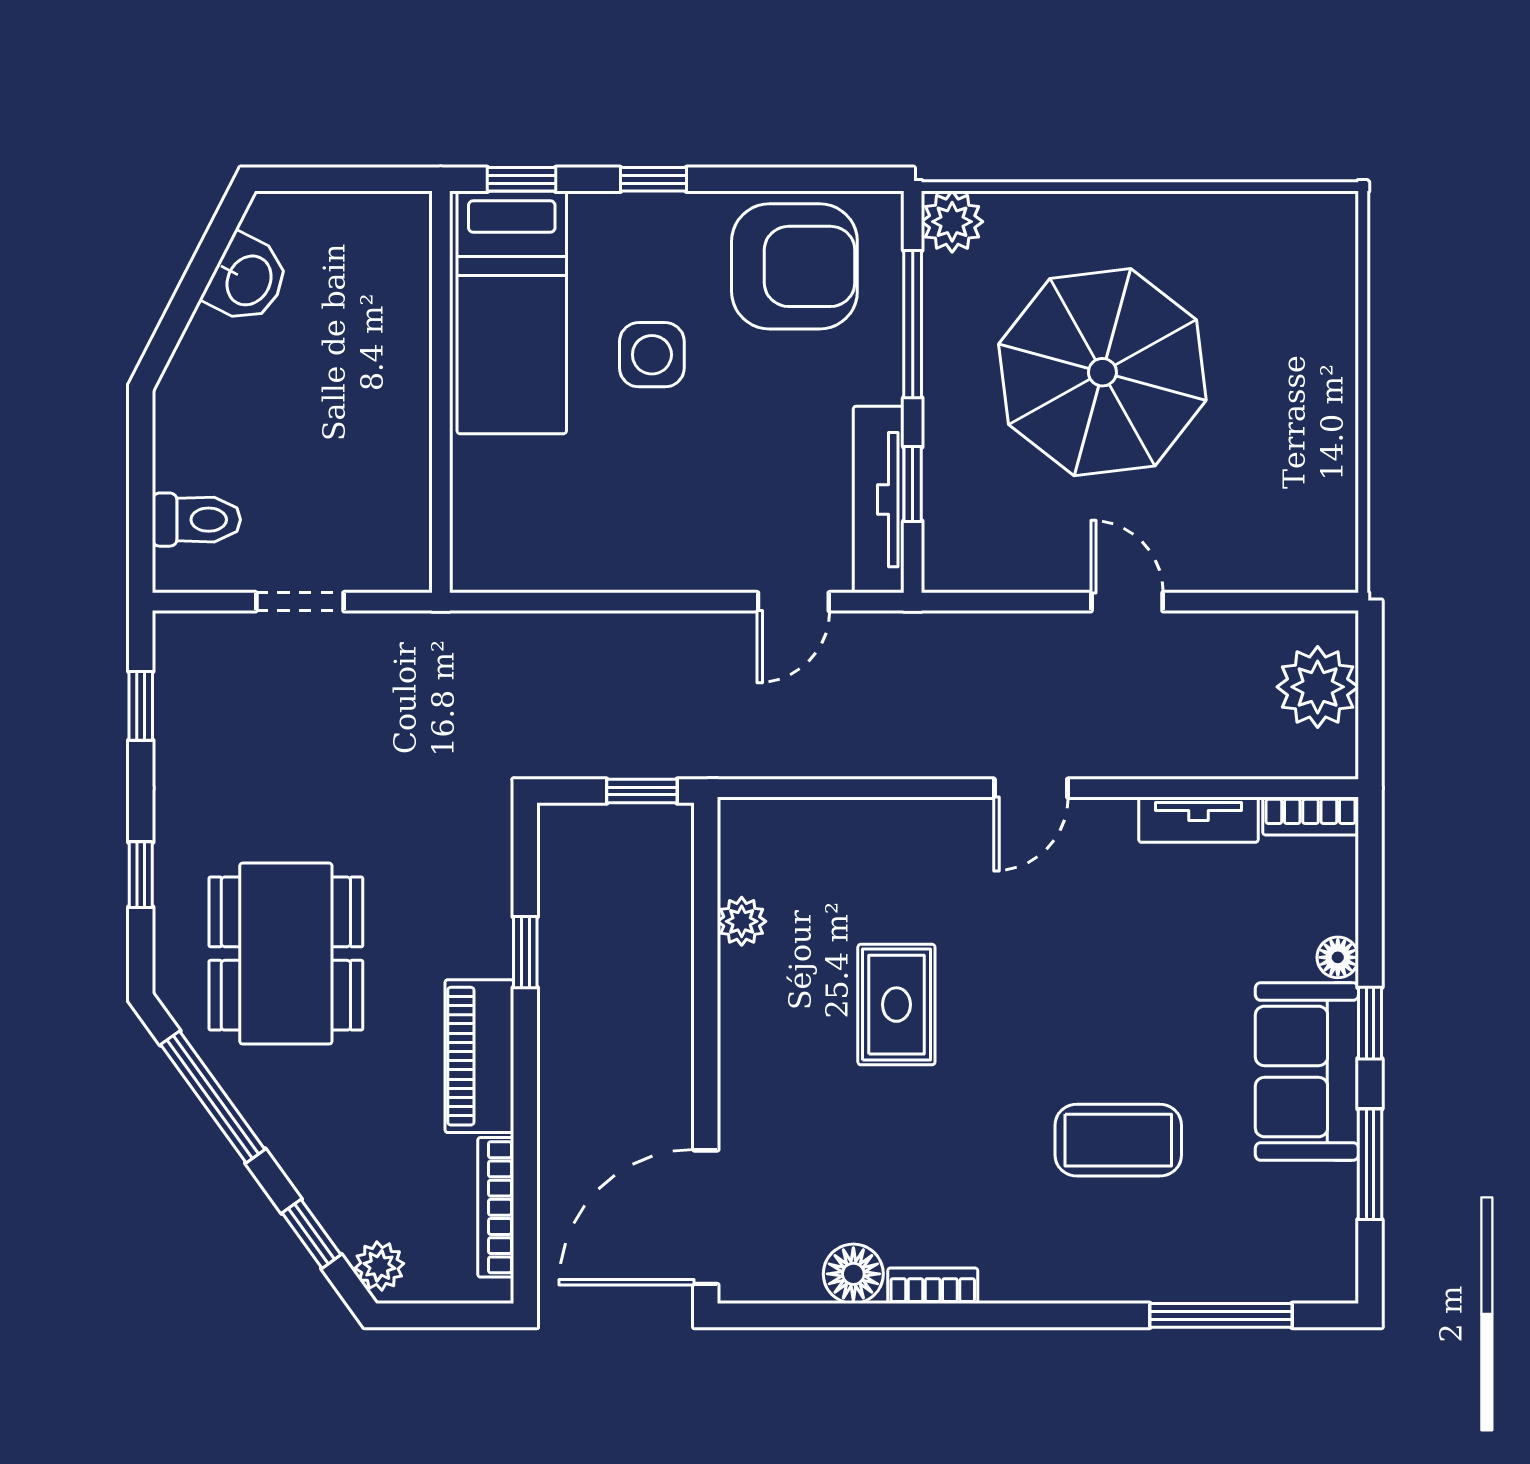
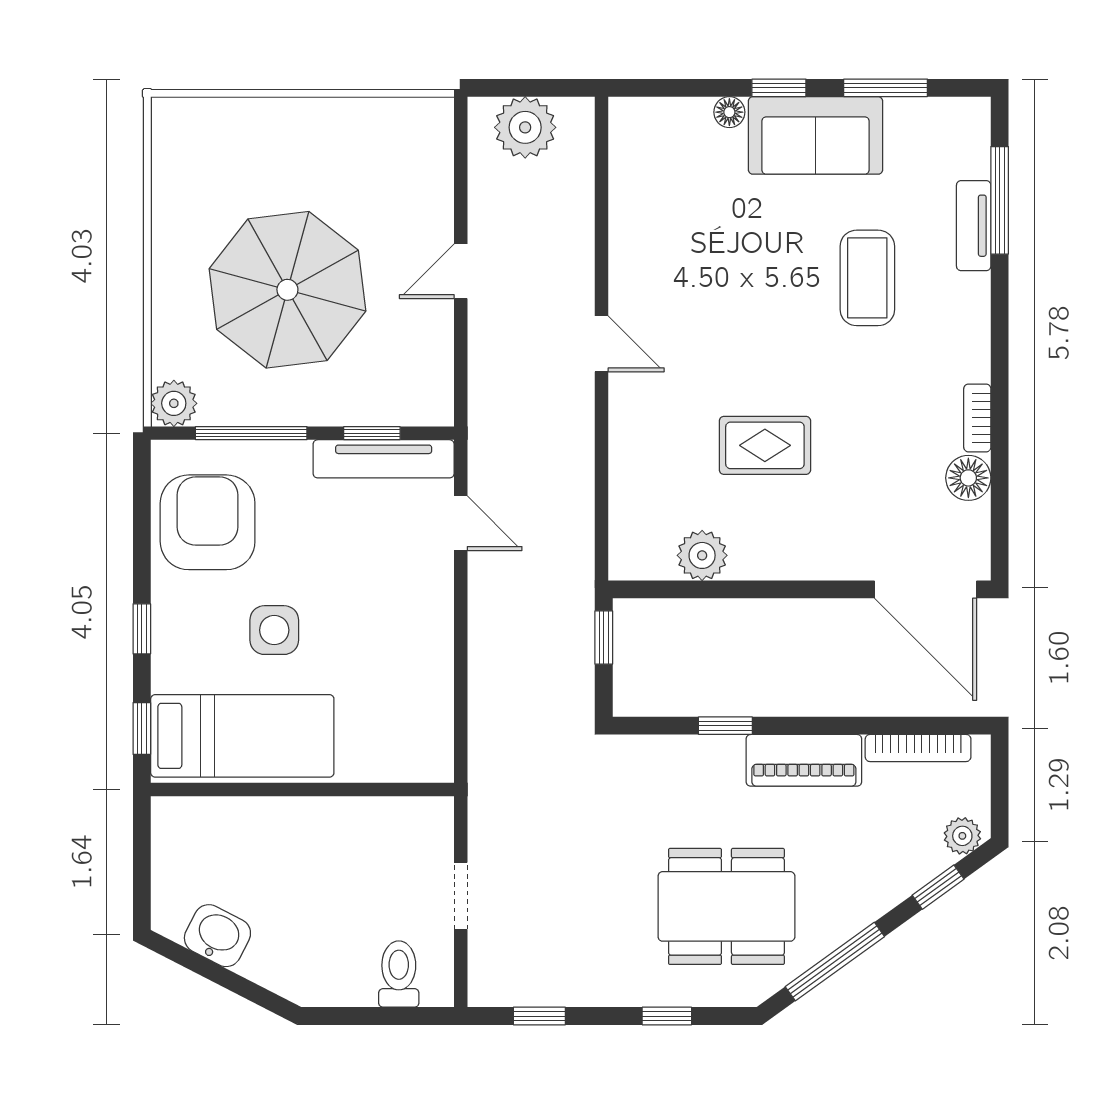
bookcase: (1311, 816) -> (623, 133), removed
tv unit: (1198, 820) -> (974, 226), moved, turned 180
plant: (742, 921) -> (702, 555), width x1.38, depth x1.38

